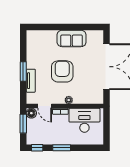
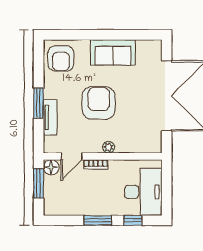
armchair: (38, 42) -> (61, 58), added
door: (45, 106) -> (72, 156), hinge flipped
desk: (84, 120) -> (143, 192), moved, turned 90
window: (37, 148) -> (133, 220), moved

